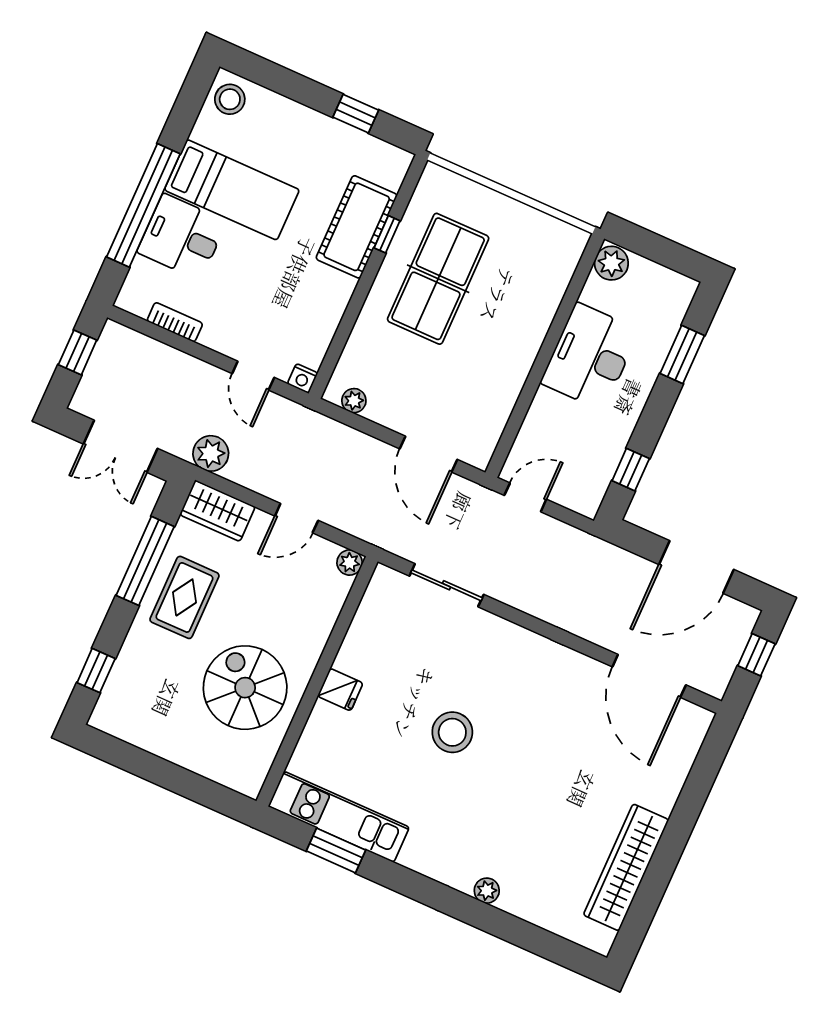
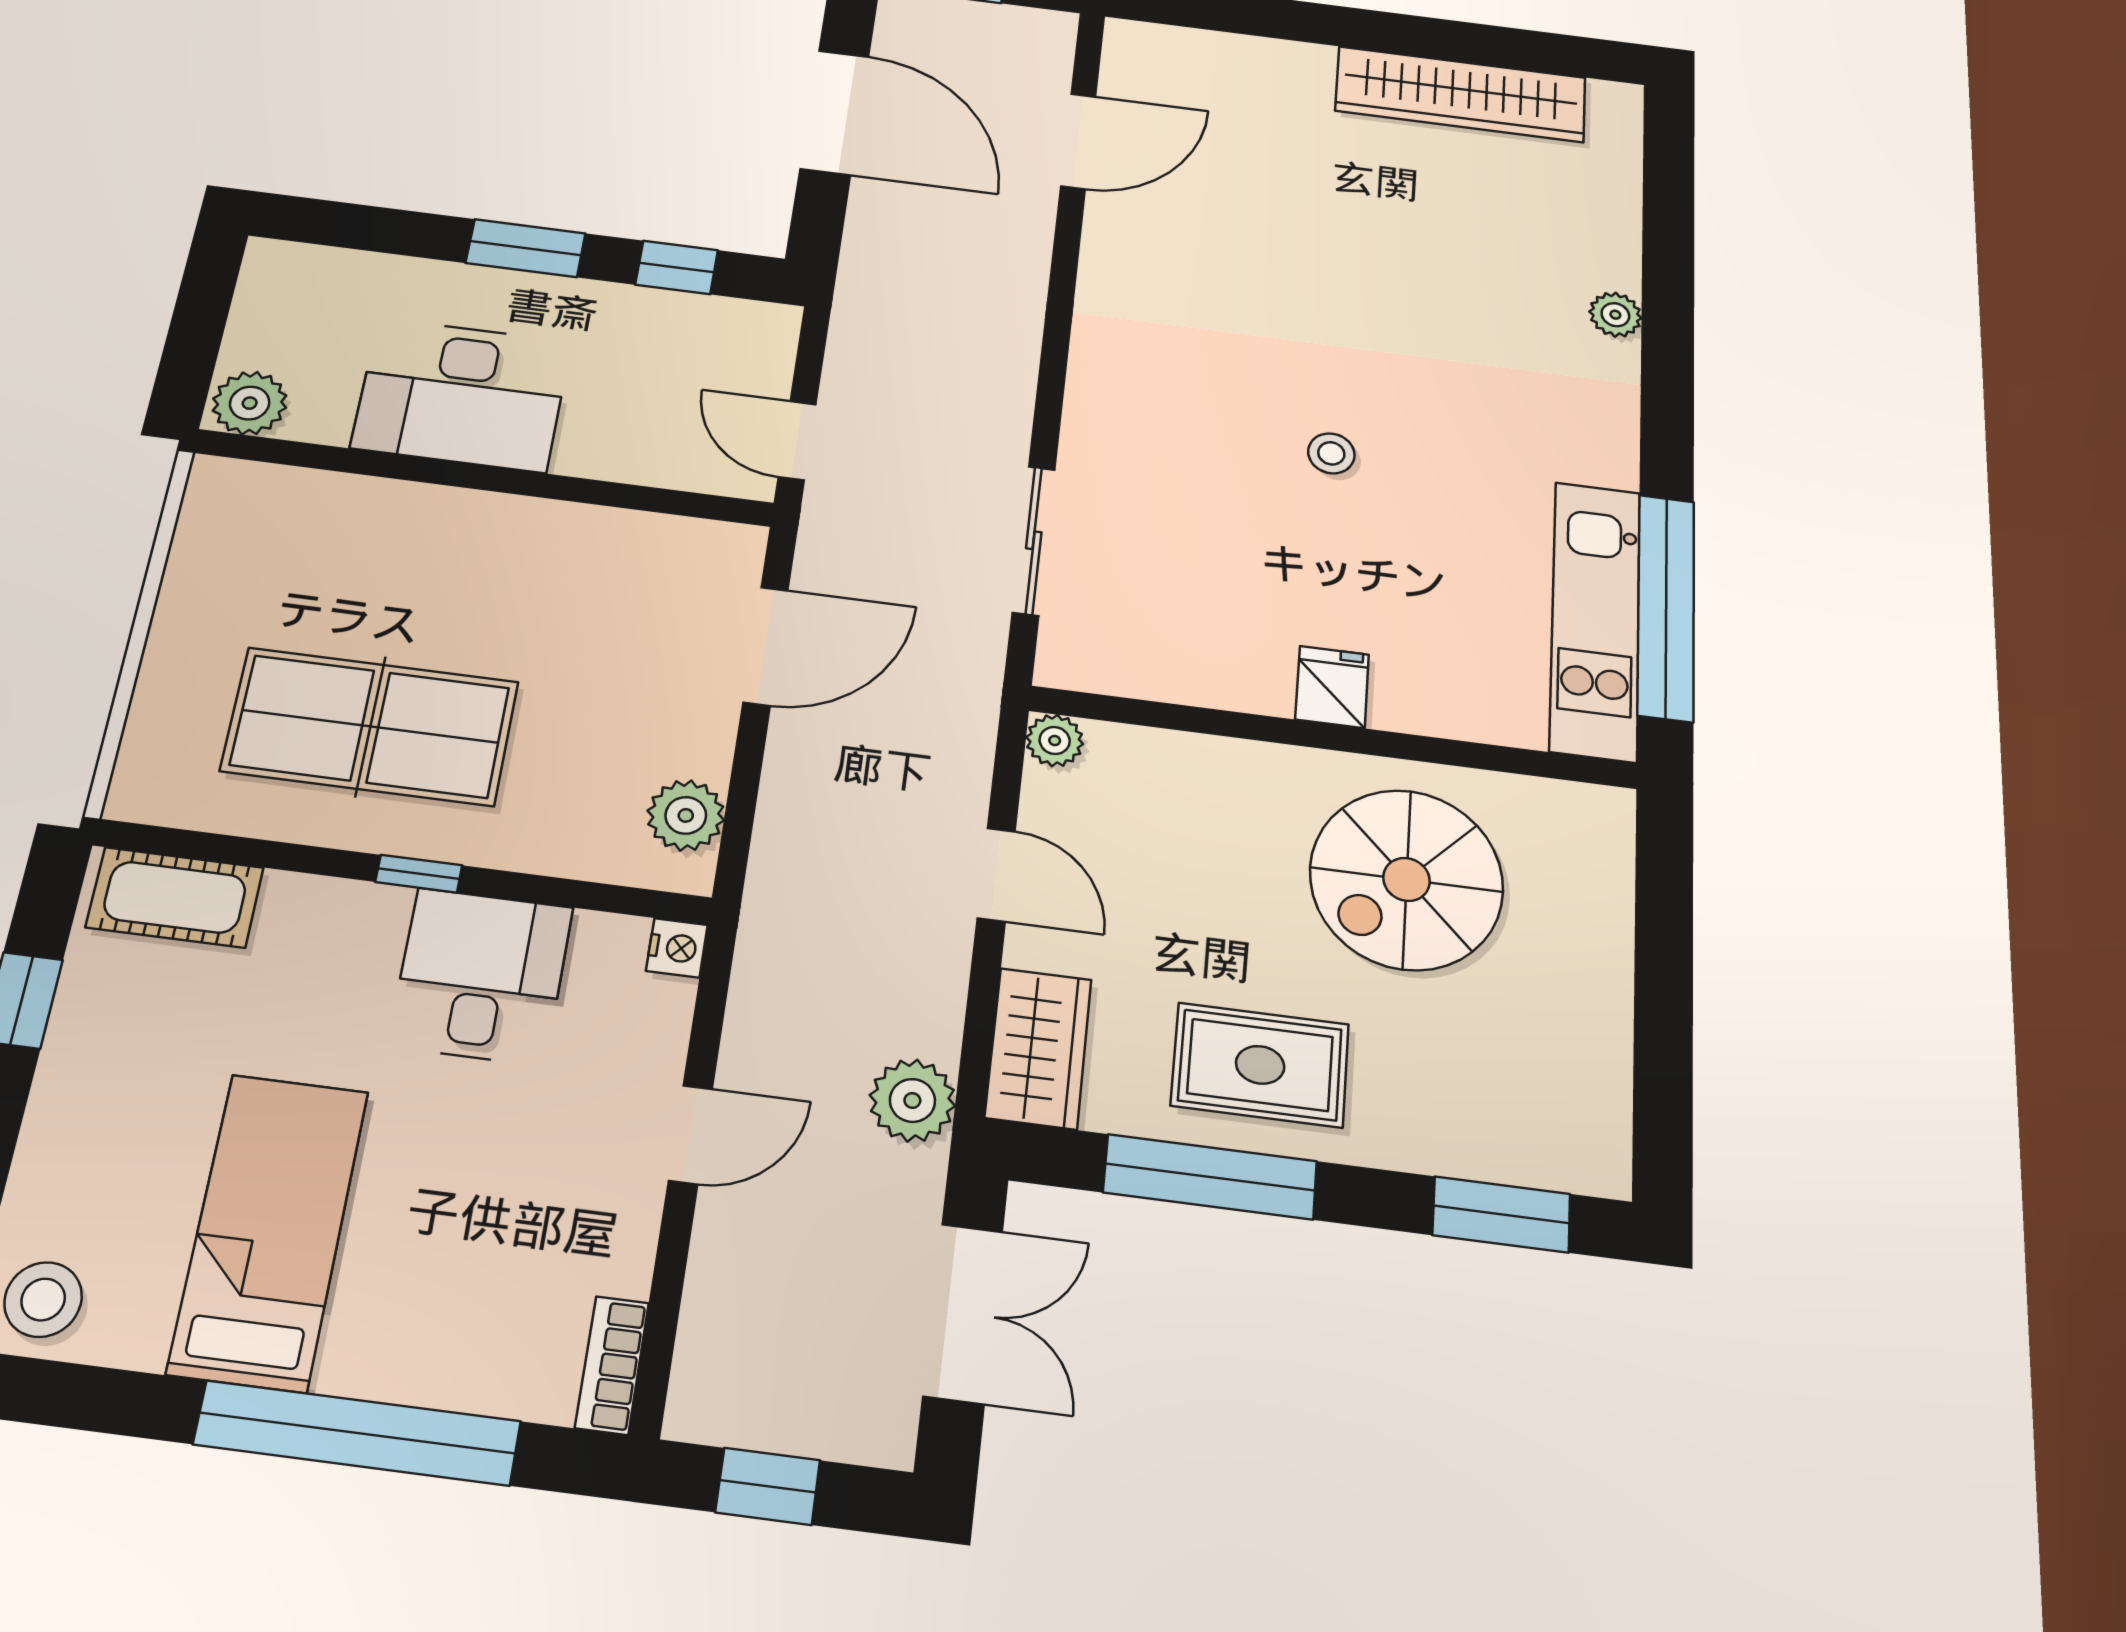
cot: (357, 227) -> (175, 897), moved, width x0.73, depth x0.75
window: (387, 234) -> (419, 874), moved
desk: (182, 237) -> (481, 976), moved, turned 180
bookcase: (175, 322) -> (612, 1365), moved
window: (682, 354) -> (526, 248), moved
door: (253, 376) -> (690, 1135), moved
plant: (354, 401) -> (686, 815), width x1.38, depth x1.38
window: (96, 671) -> (1501, 1215), width x1.50
door: (649, 676) -> (1078, 141), width x0.73
stool: (452, 732) -> (1331, 453), width x0.53, depth x0.53
window: (336, 851) -> (1666, 607), width x2.11

